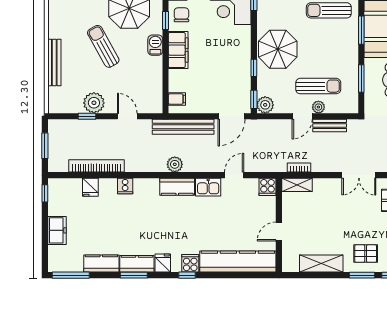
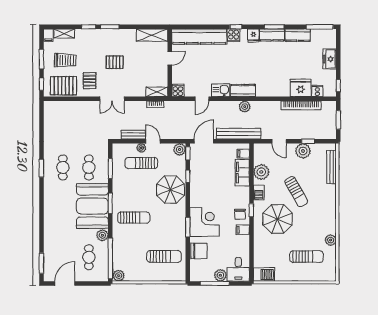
filing cabinet: (178, 50) -> (242, 173), moved
bench: (54, 62) -> (332, 167), moved
plant: (152, 74) -> (261, 172), added
door: (302, 116) -> (153, 141), hinge flipped
double door: (359, 175) -> (112, 99), swing flipped
cooker: (125, 186) -> (317, 91), moved
fridge: (90, 187) -> (301, 88), width x1.88, depth x1.34
pallet: (366, 254) -> (115, 62), moved
shelving: (321, 264) -> (152, 35), moved

